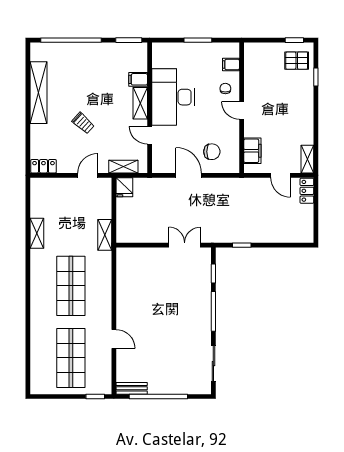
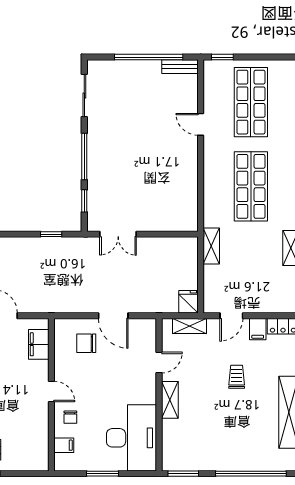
filing cabinet: (138, 79) -> (258, 329), moved, turned 90
desk: (173, 97) -> (131, 438), moved
trolley: (83, 123) -> (237, 377), turned 48
door: (150, 135) -> (159, 363), hinge flipped

